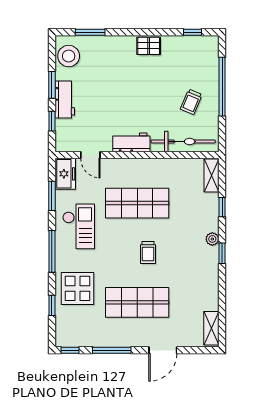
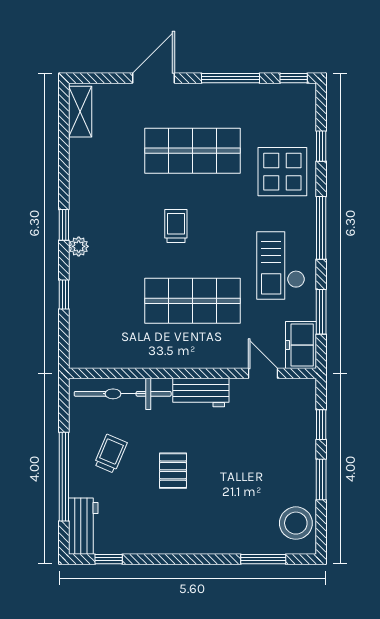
pallet: (149, 46) -> (173, 471), moved, turned 90
workbench: (65, 100) -> (83, 526), moved, turned 180
shelving: (211, 176) -> (80, 342), removed

